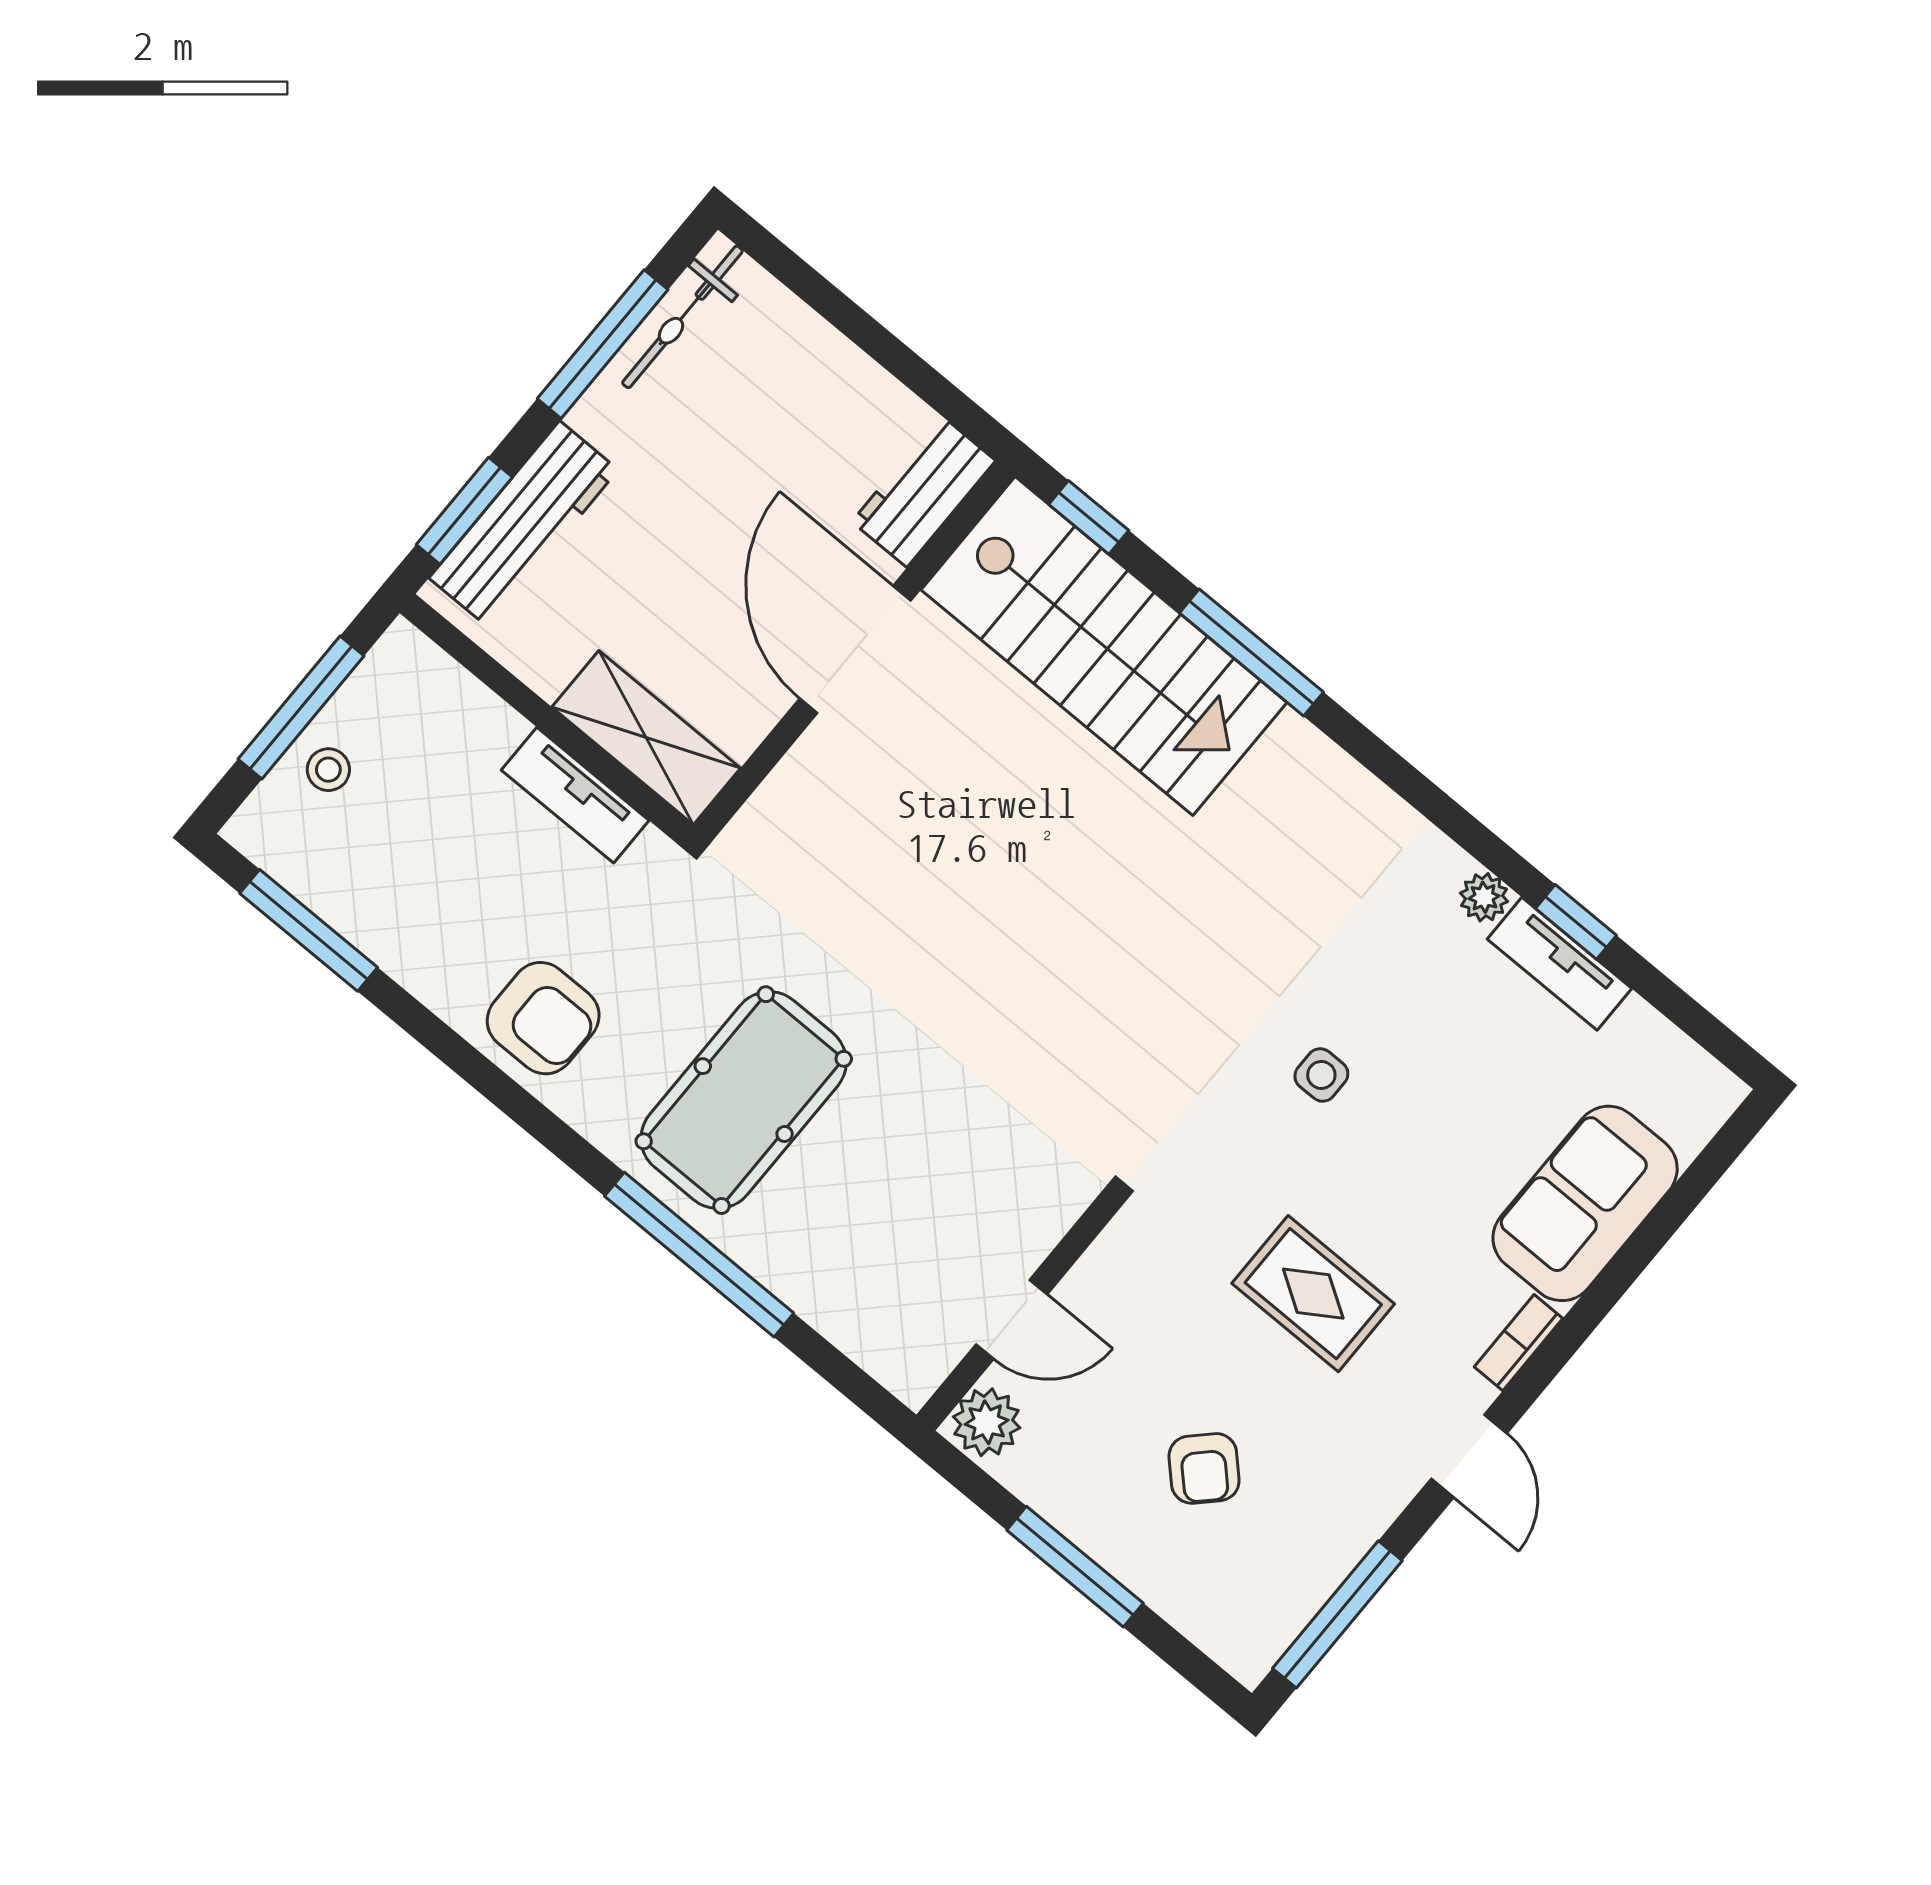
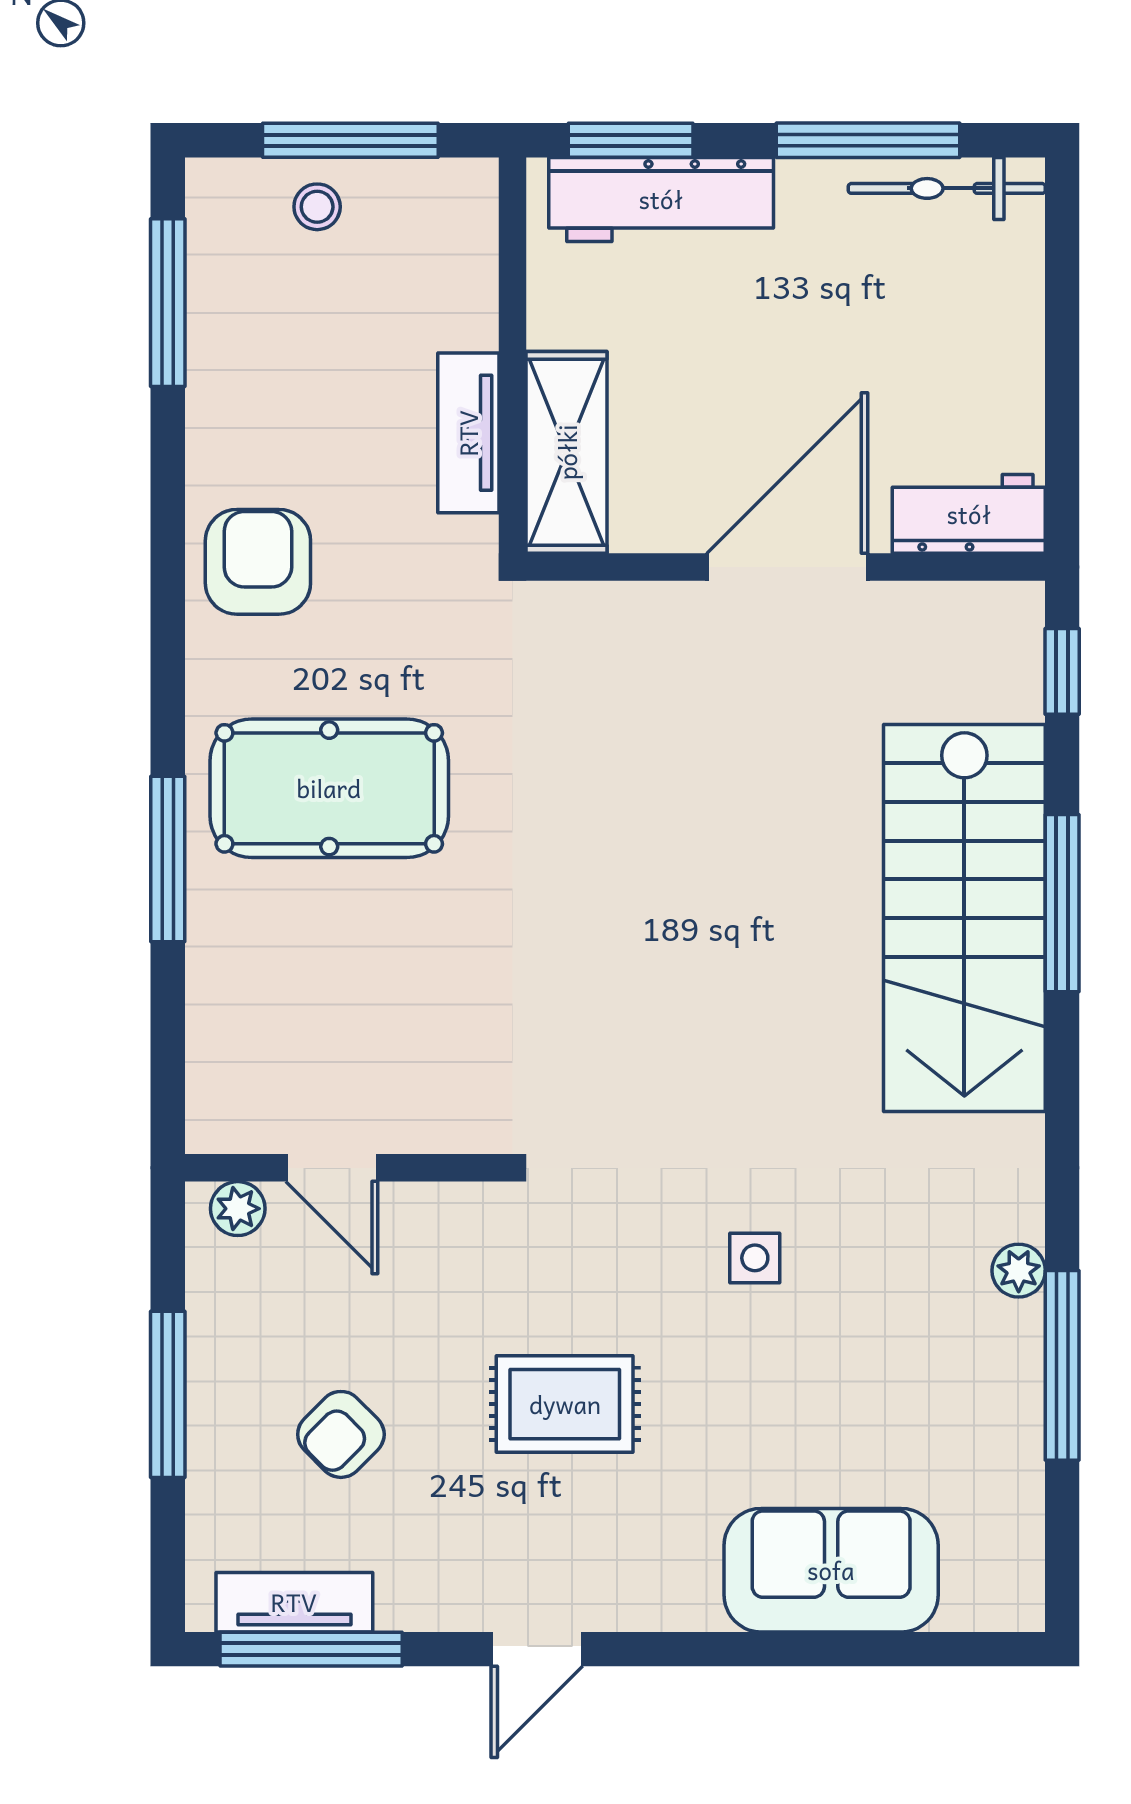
stairs: (1104, 646) -> (964, 918), moved
window: (1576, 922) -> (1062, 1365), width x2.17
tv unit: (1559, 964) -> (294, 1602), moved, turned 90
armchair: (543, 1018) -> (258, 562), turned 180
window: (699, 1255) -> (168, 859), width x0.68
rug: (1313, 1294) -> (565, 1404), turned 90
bookcase: (1518, 1343) -> (667, 1611), removed
plant: (987, 1422) -> (238, 1209), width x0.73, depth x0.73

